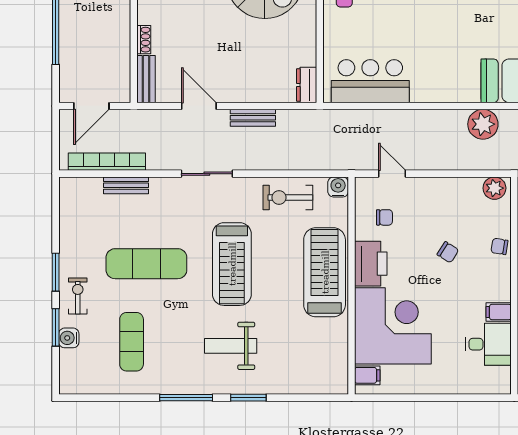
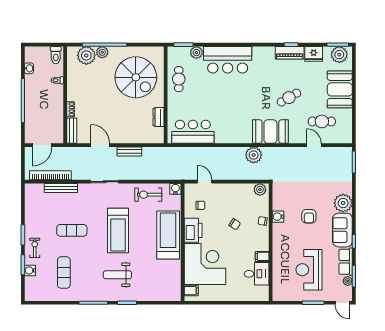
dresser: (307, 85) -> (158, 117), moved
bench: (126, 185) -> (61, 188), width x1.36
exercise mat: (146, 264) -> (72, 230), width x0.73, depth x0.69

